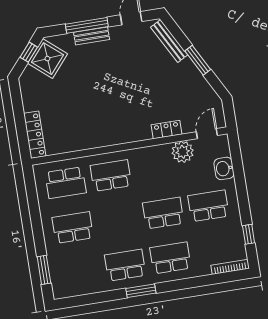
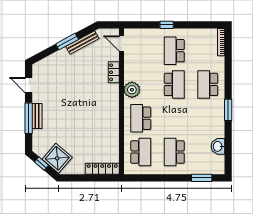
bench: (169, 41) -> (82, 43), moved
shower: (47, 59) -> (57, 158), moved
plant: (183, 152) -> (132, 90), moved
washbasin: (224, 168) -> (218, 146), moved, turned 90
school desk: (163, 213) -> (174, 84), turned 180
window: (249, 234) -> (167, 25), moved
school desk: (125, 265) -> (208, 118), removed

